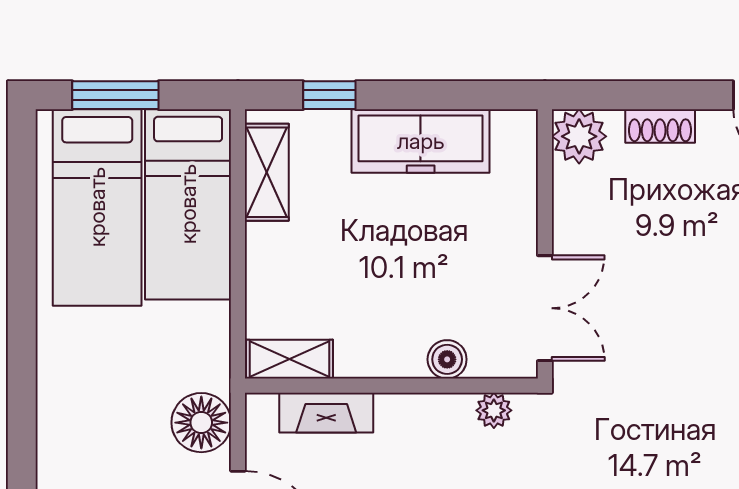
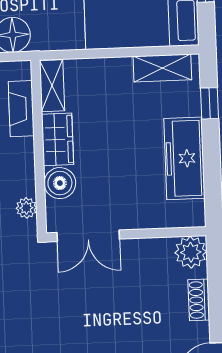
wardrobe: (380, 353) -> (58, 139), added
boiler: (447, 359) -> (60, 183), width x1.36, depth x1.36

